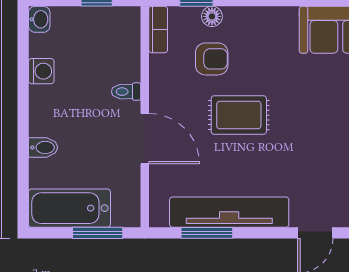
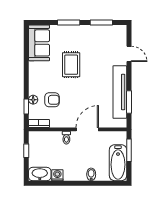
washbasin: (39, 19) -> (40, 174), width x1.91, depth x1.45
armchair: (212, 59) -> (52, 100), turned 90
rug: (239, 115) -> (71, 65), moved

